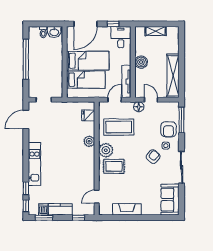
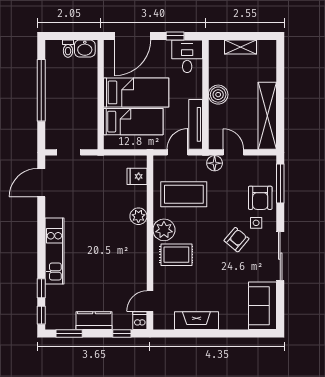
dishwasher: (43, 209) -> (140, 321), moved

